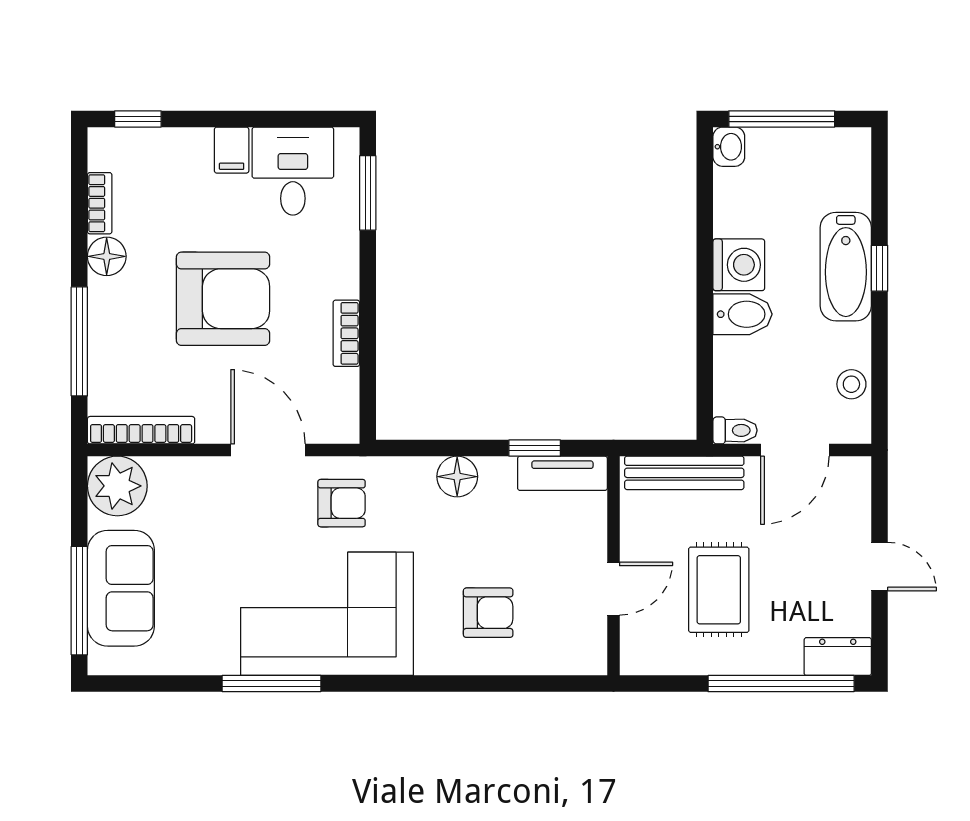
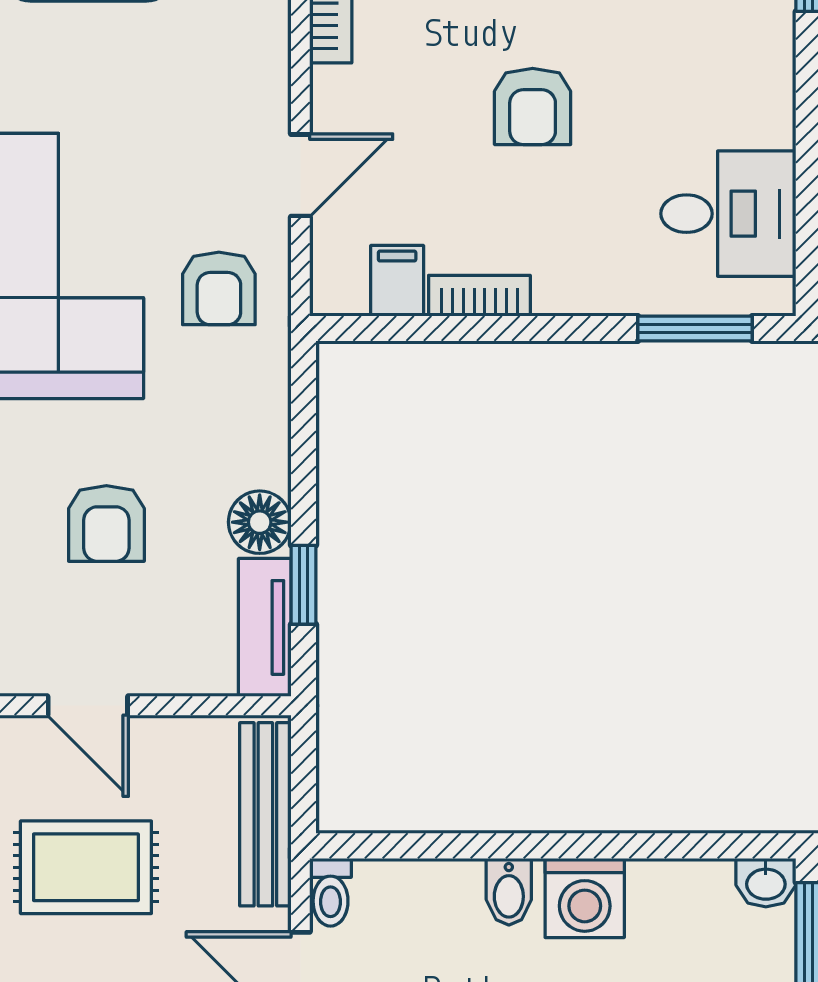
filing cabinet: (232, 150) -> (397, 281), moved, turned 90
armchair: (223, 299) -> (533, 106), width x0.53, depth x0.53
bidet: (742, 314) -> (509, 892), width x0.72, depth x0.74
door: (268, 450) -> (300, 175), width x0.73
floor lamp: (457, 477) -> (260, 522), moved
armchair: (488, 613) -> (106, 523), moved

